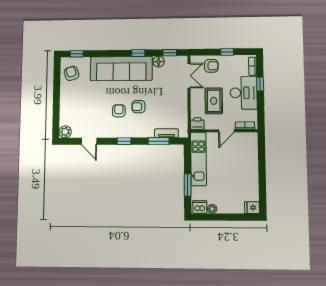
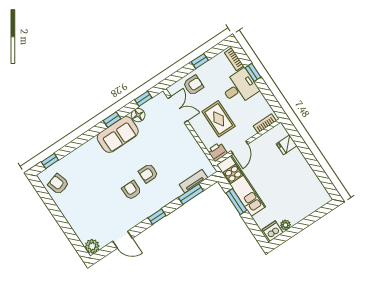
sofa: (121, 69) -> (118, 134), width x0.54, depth x0.79
desk: (244, 93) -> (240, 87), width x0.73
door: (226, 131) -> (239, 147), moved
window: (188, 185) -> (236, 202), moved
fridge: (252, 208) -> (287, 145), moved

